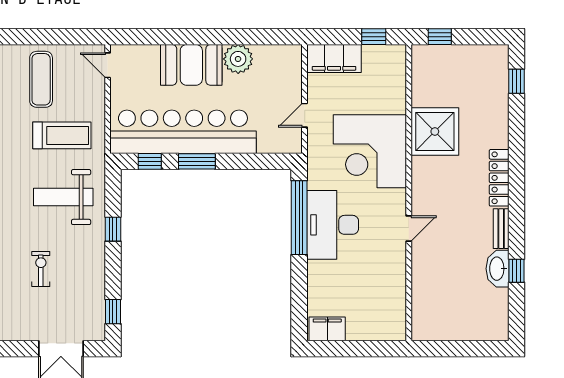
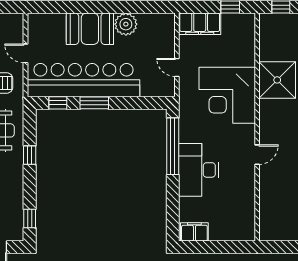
door: (108, 65) -> (25, 53), moved
door: (305, 115) -> (177, 67), hinge flipped
desk: (333, 225) -> (199, 170), moved

